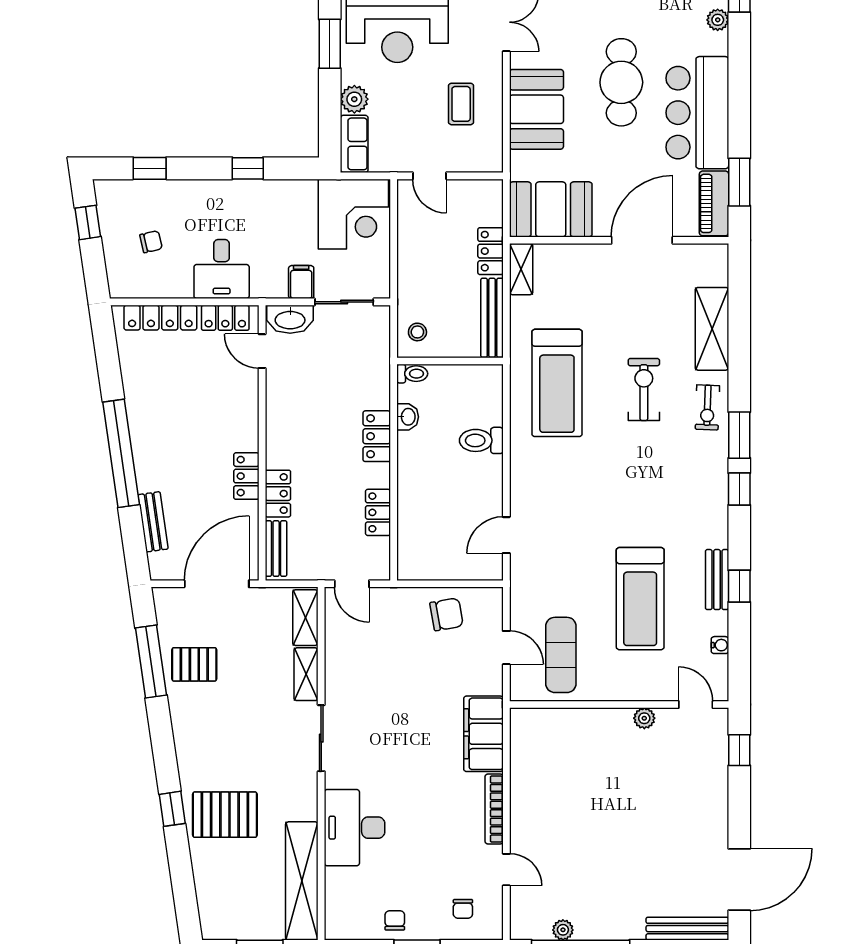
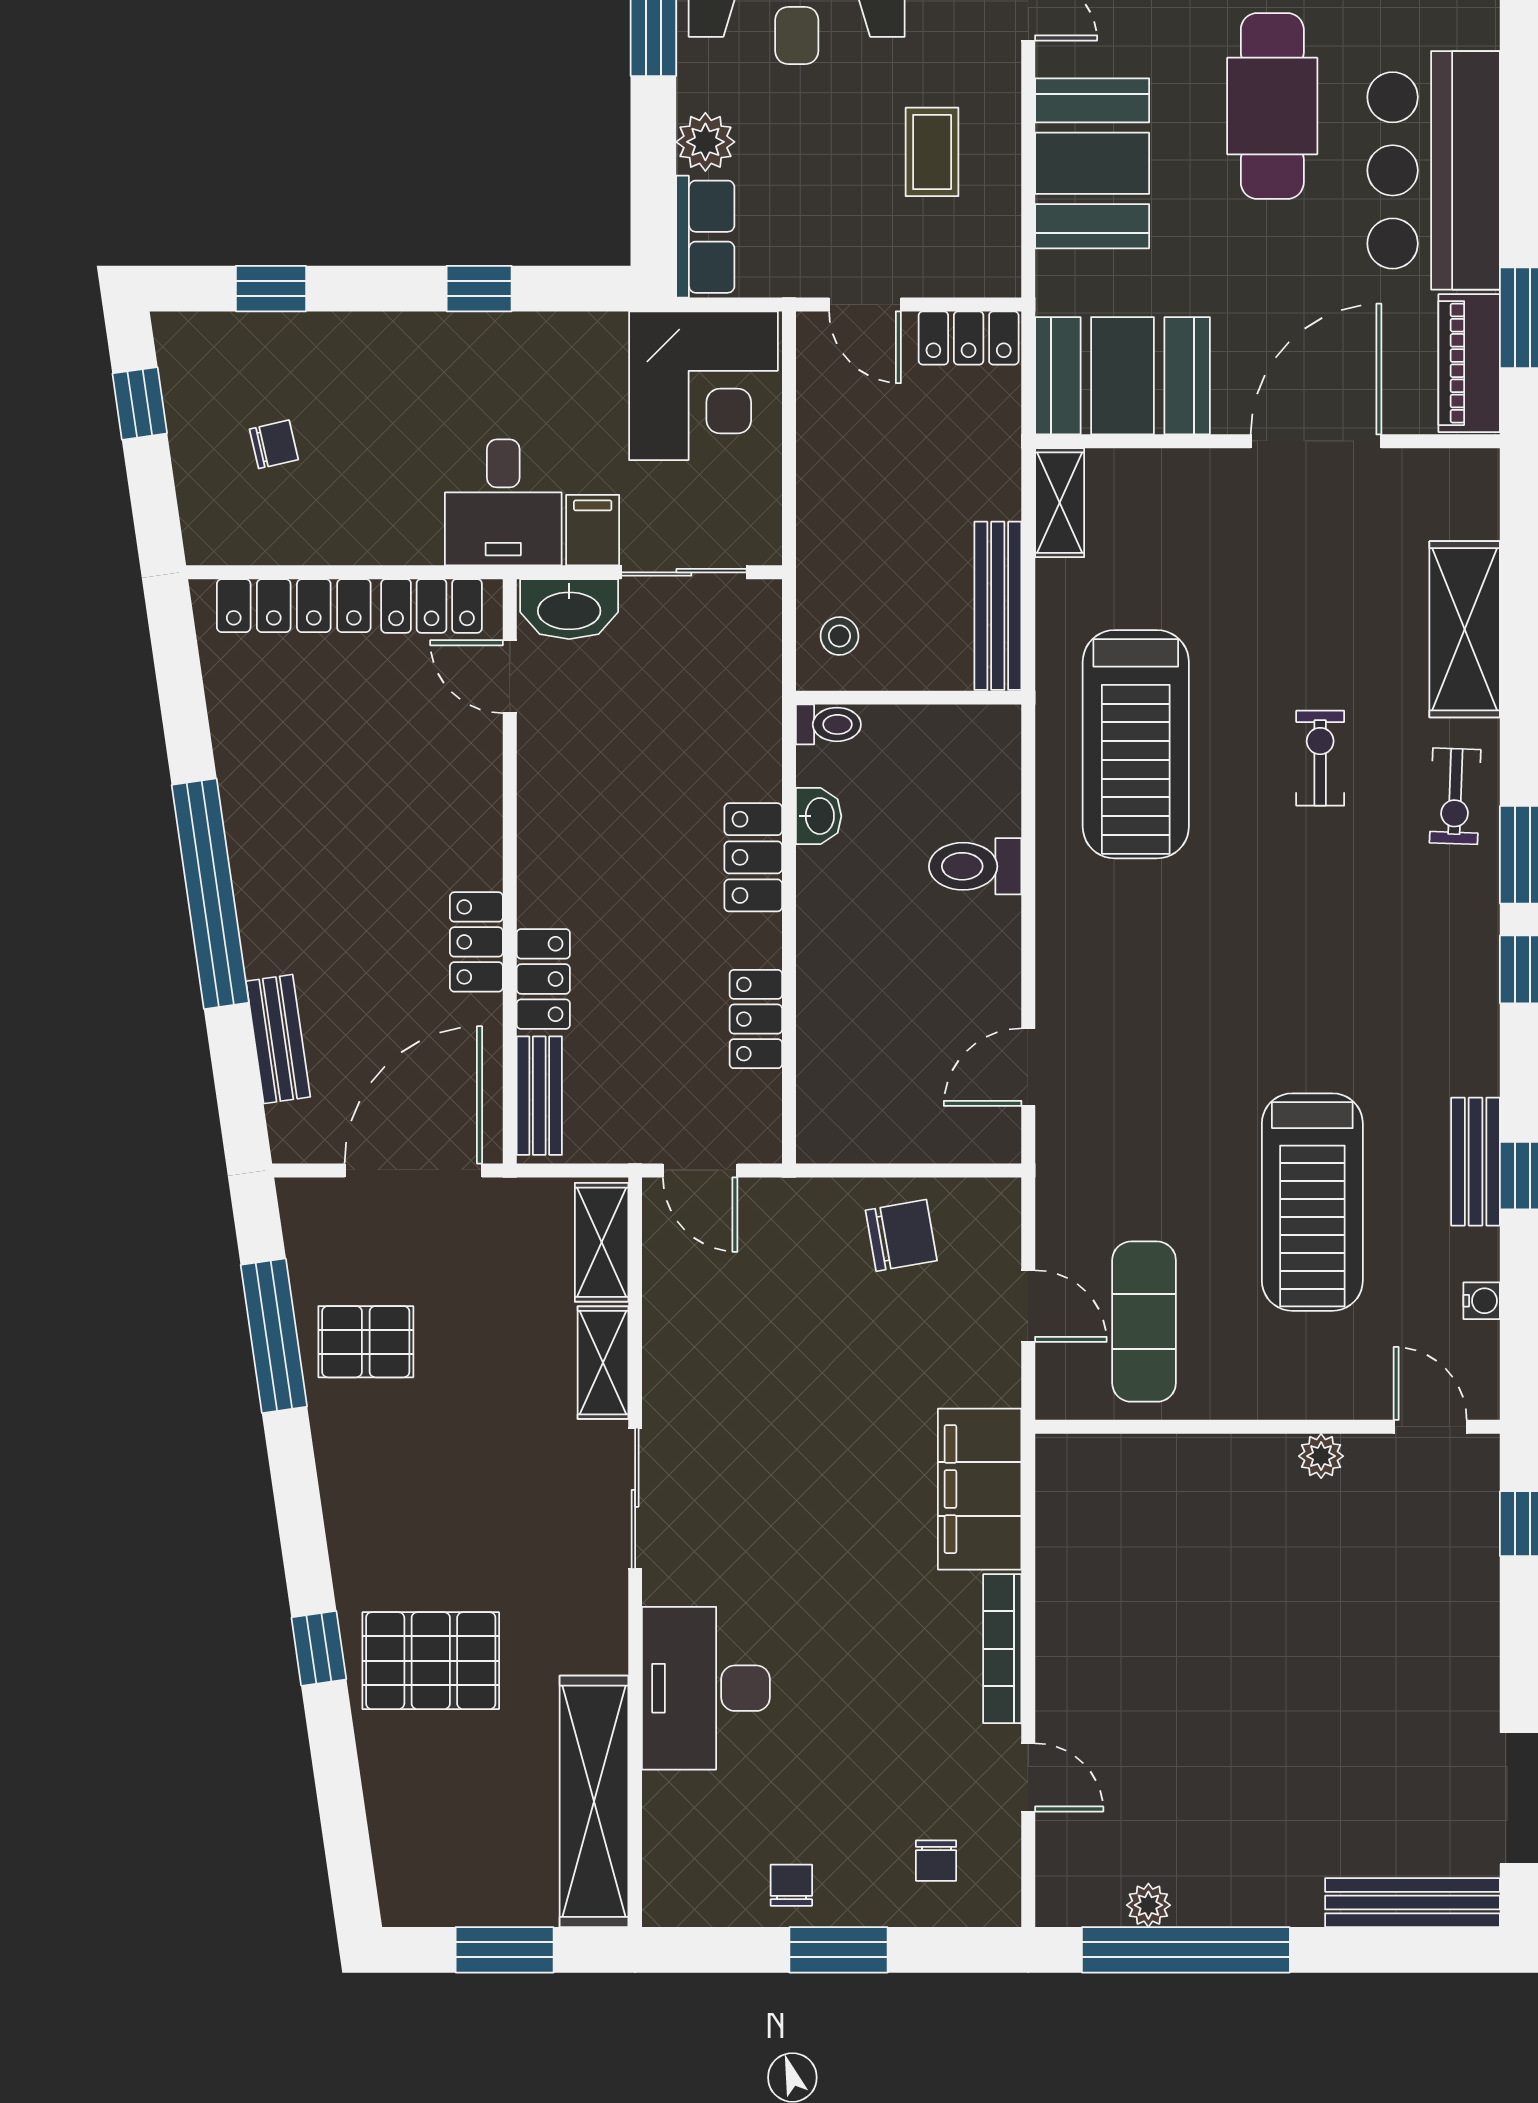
locker: (491, 251) -> (969, 338), moved, turned -90
desk: (222, 269) -> (503, 502), moved
exercise bike: (644, 390) -> (1320, 758), width x0.73, depth x0.72

